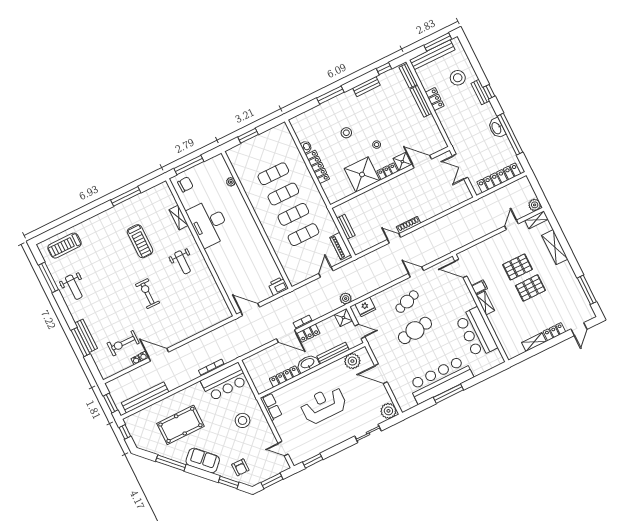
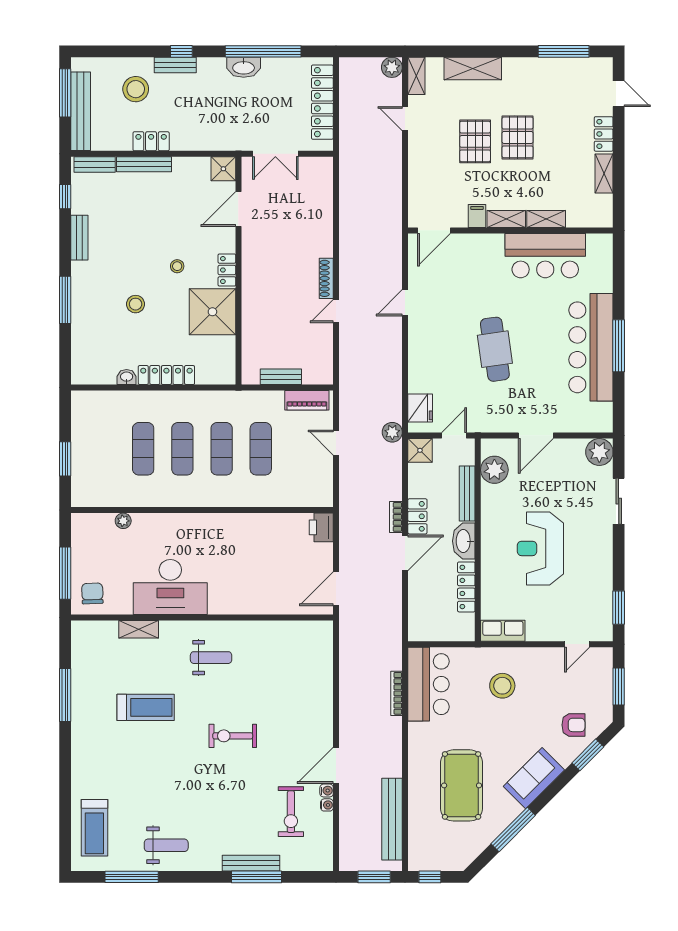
shower: (402, 162) -> (223, 169), moved
cafe table: (407, 302) -> (444, 339), removed
shelving: (496, 324) -> (546, 219), added

